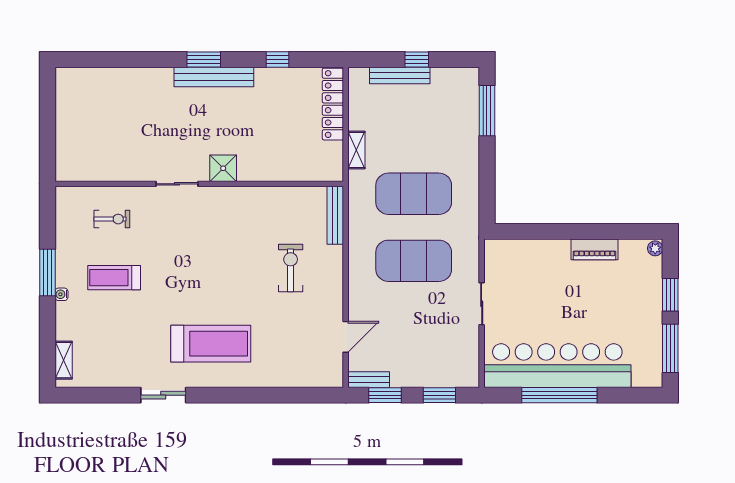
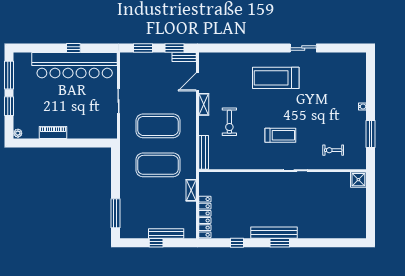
shower: (223, 168) -> (358, 180), moved
window: (47, 273) -> (371, 134), moved
treadmill: (114, 278) -> (280, 135), moved
shelving: (64, 360) -> (204, 104), moved
window: (559, 395) -> (73, 48), width x0.32

